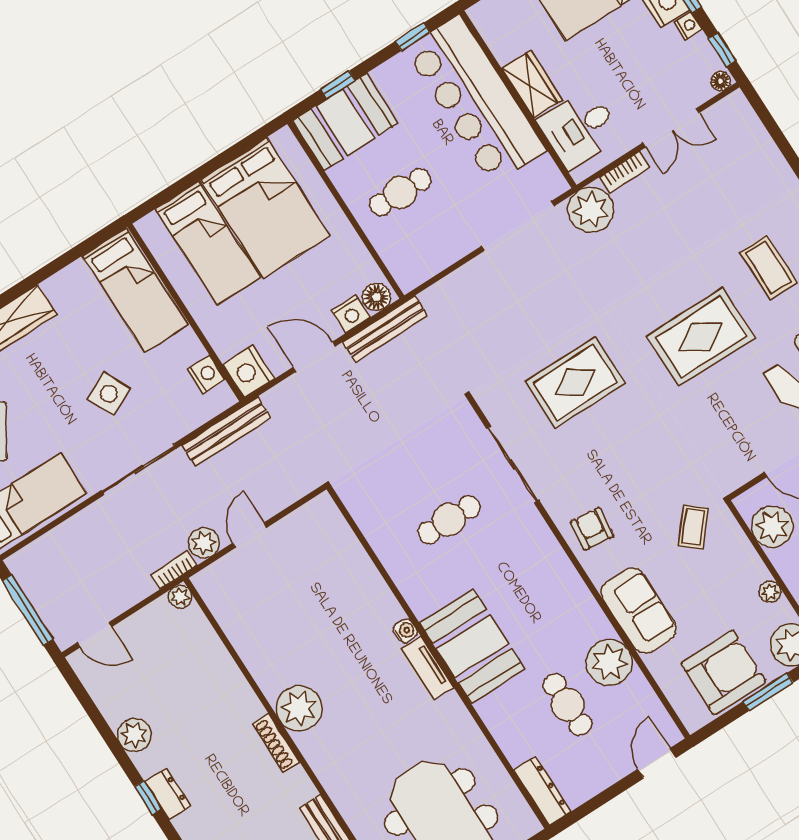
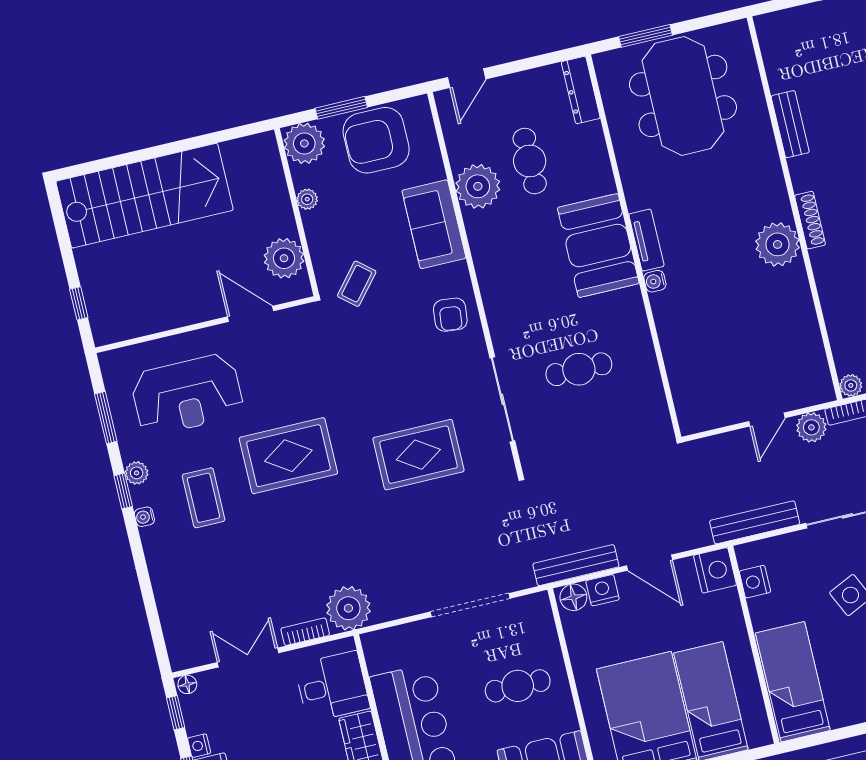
doorway: (518, 226) -> (470, 605), moved

